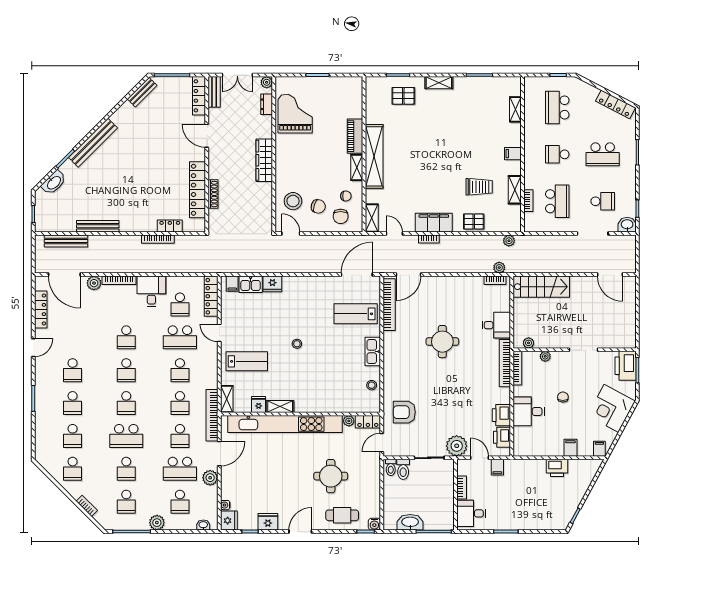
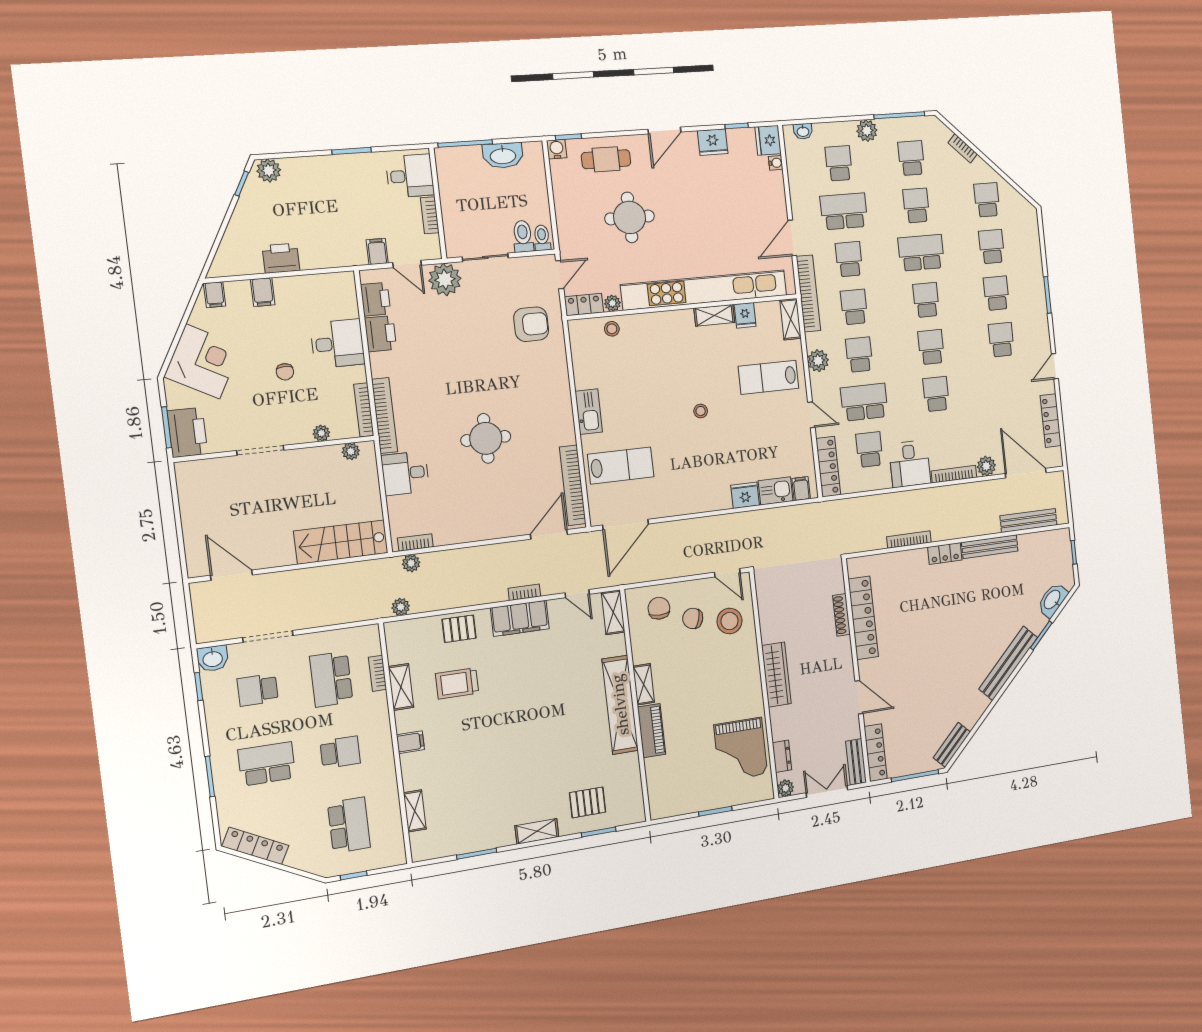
chair: (346, 196) -> (655, 640), removed
locker: (170, 226) -> (945, 554), moved
stool: (372, 385) -> (612, 329), moved
plant: (210, 478) -> (818, 361), moved
plant: (558, 523) -> (269, 170), added

